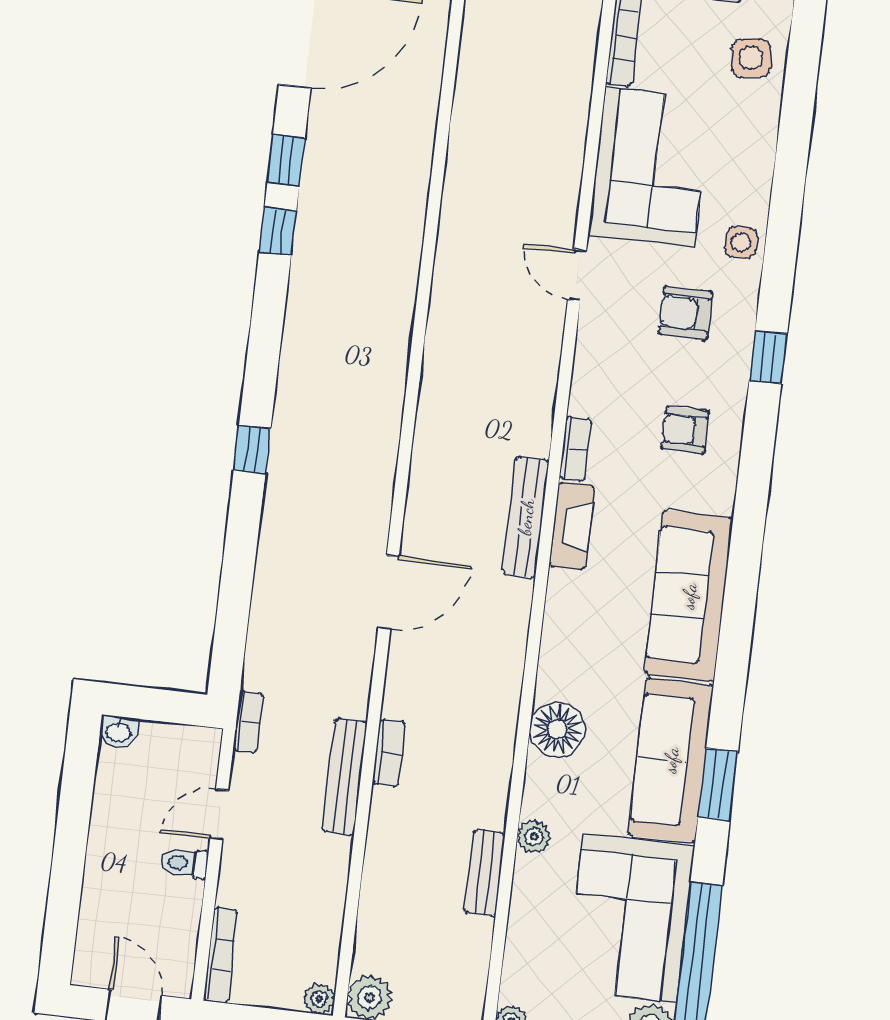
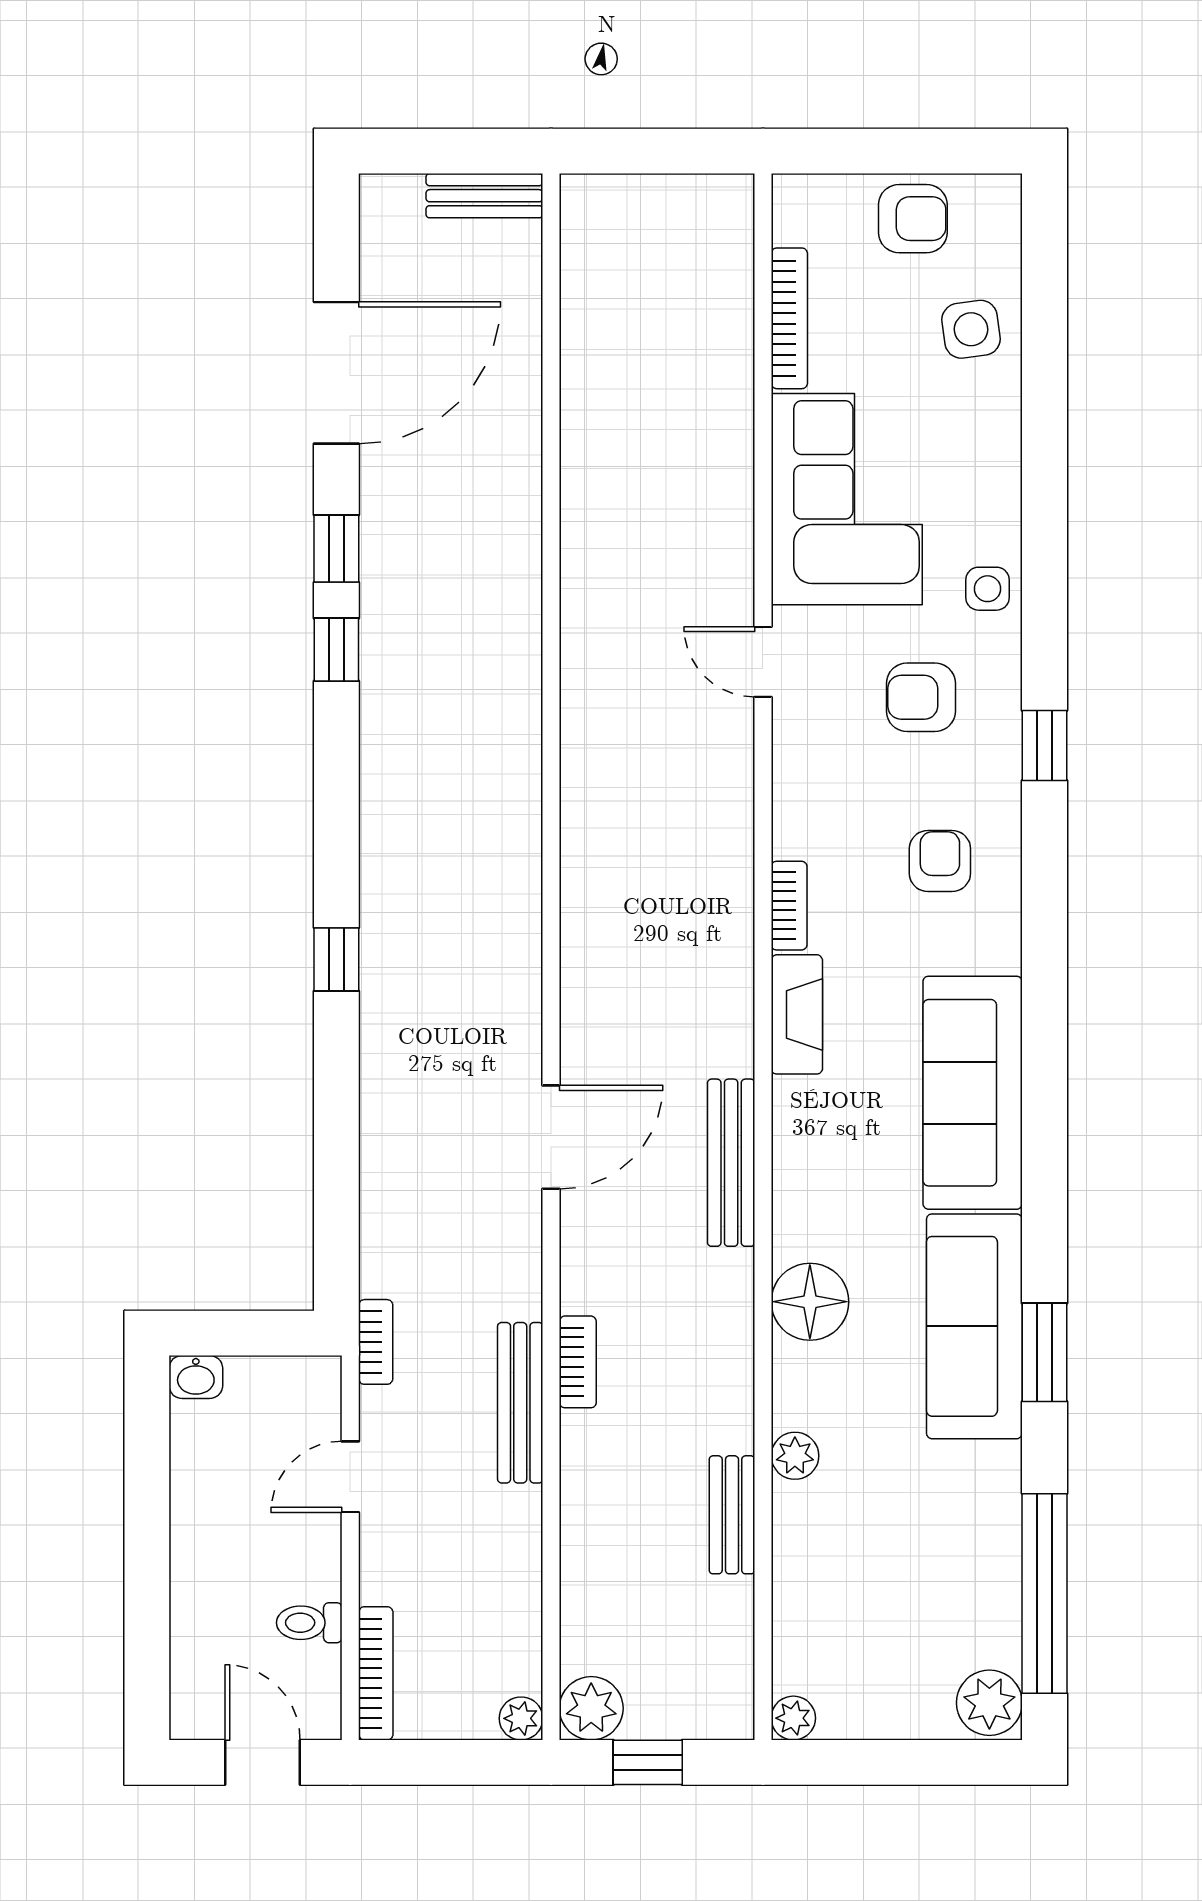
armchair: (685, 430) -> (940, 861), turned 90
bench: (526, 517) -> (731, 1163), moved
toilet: (184, 863) -> (309, 1623), moved
corner sofa: (630, 918) -> (943, 1554), removed

